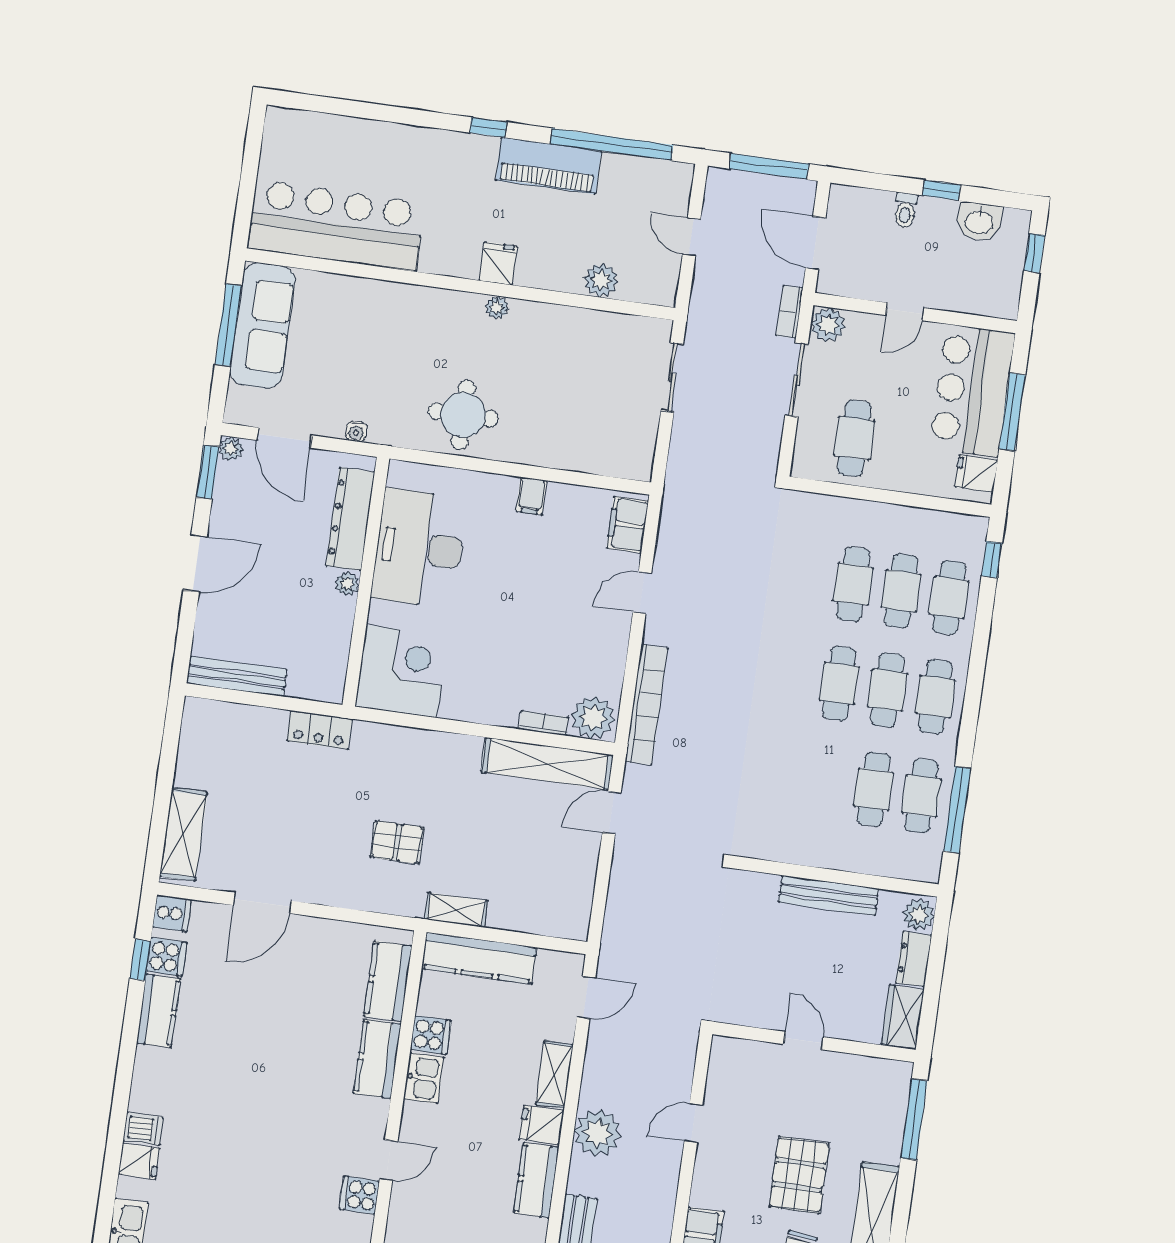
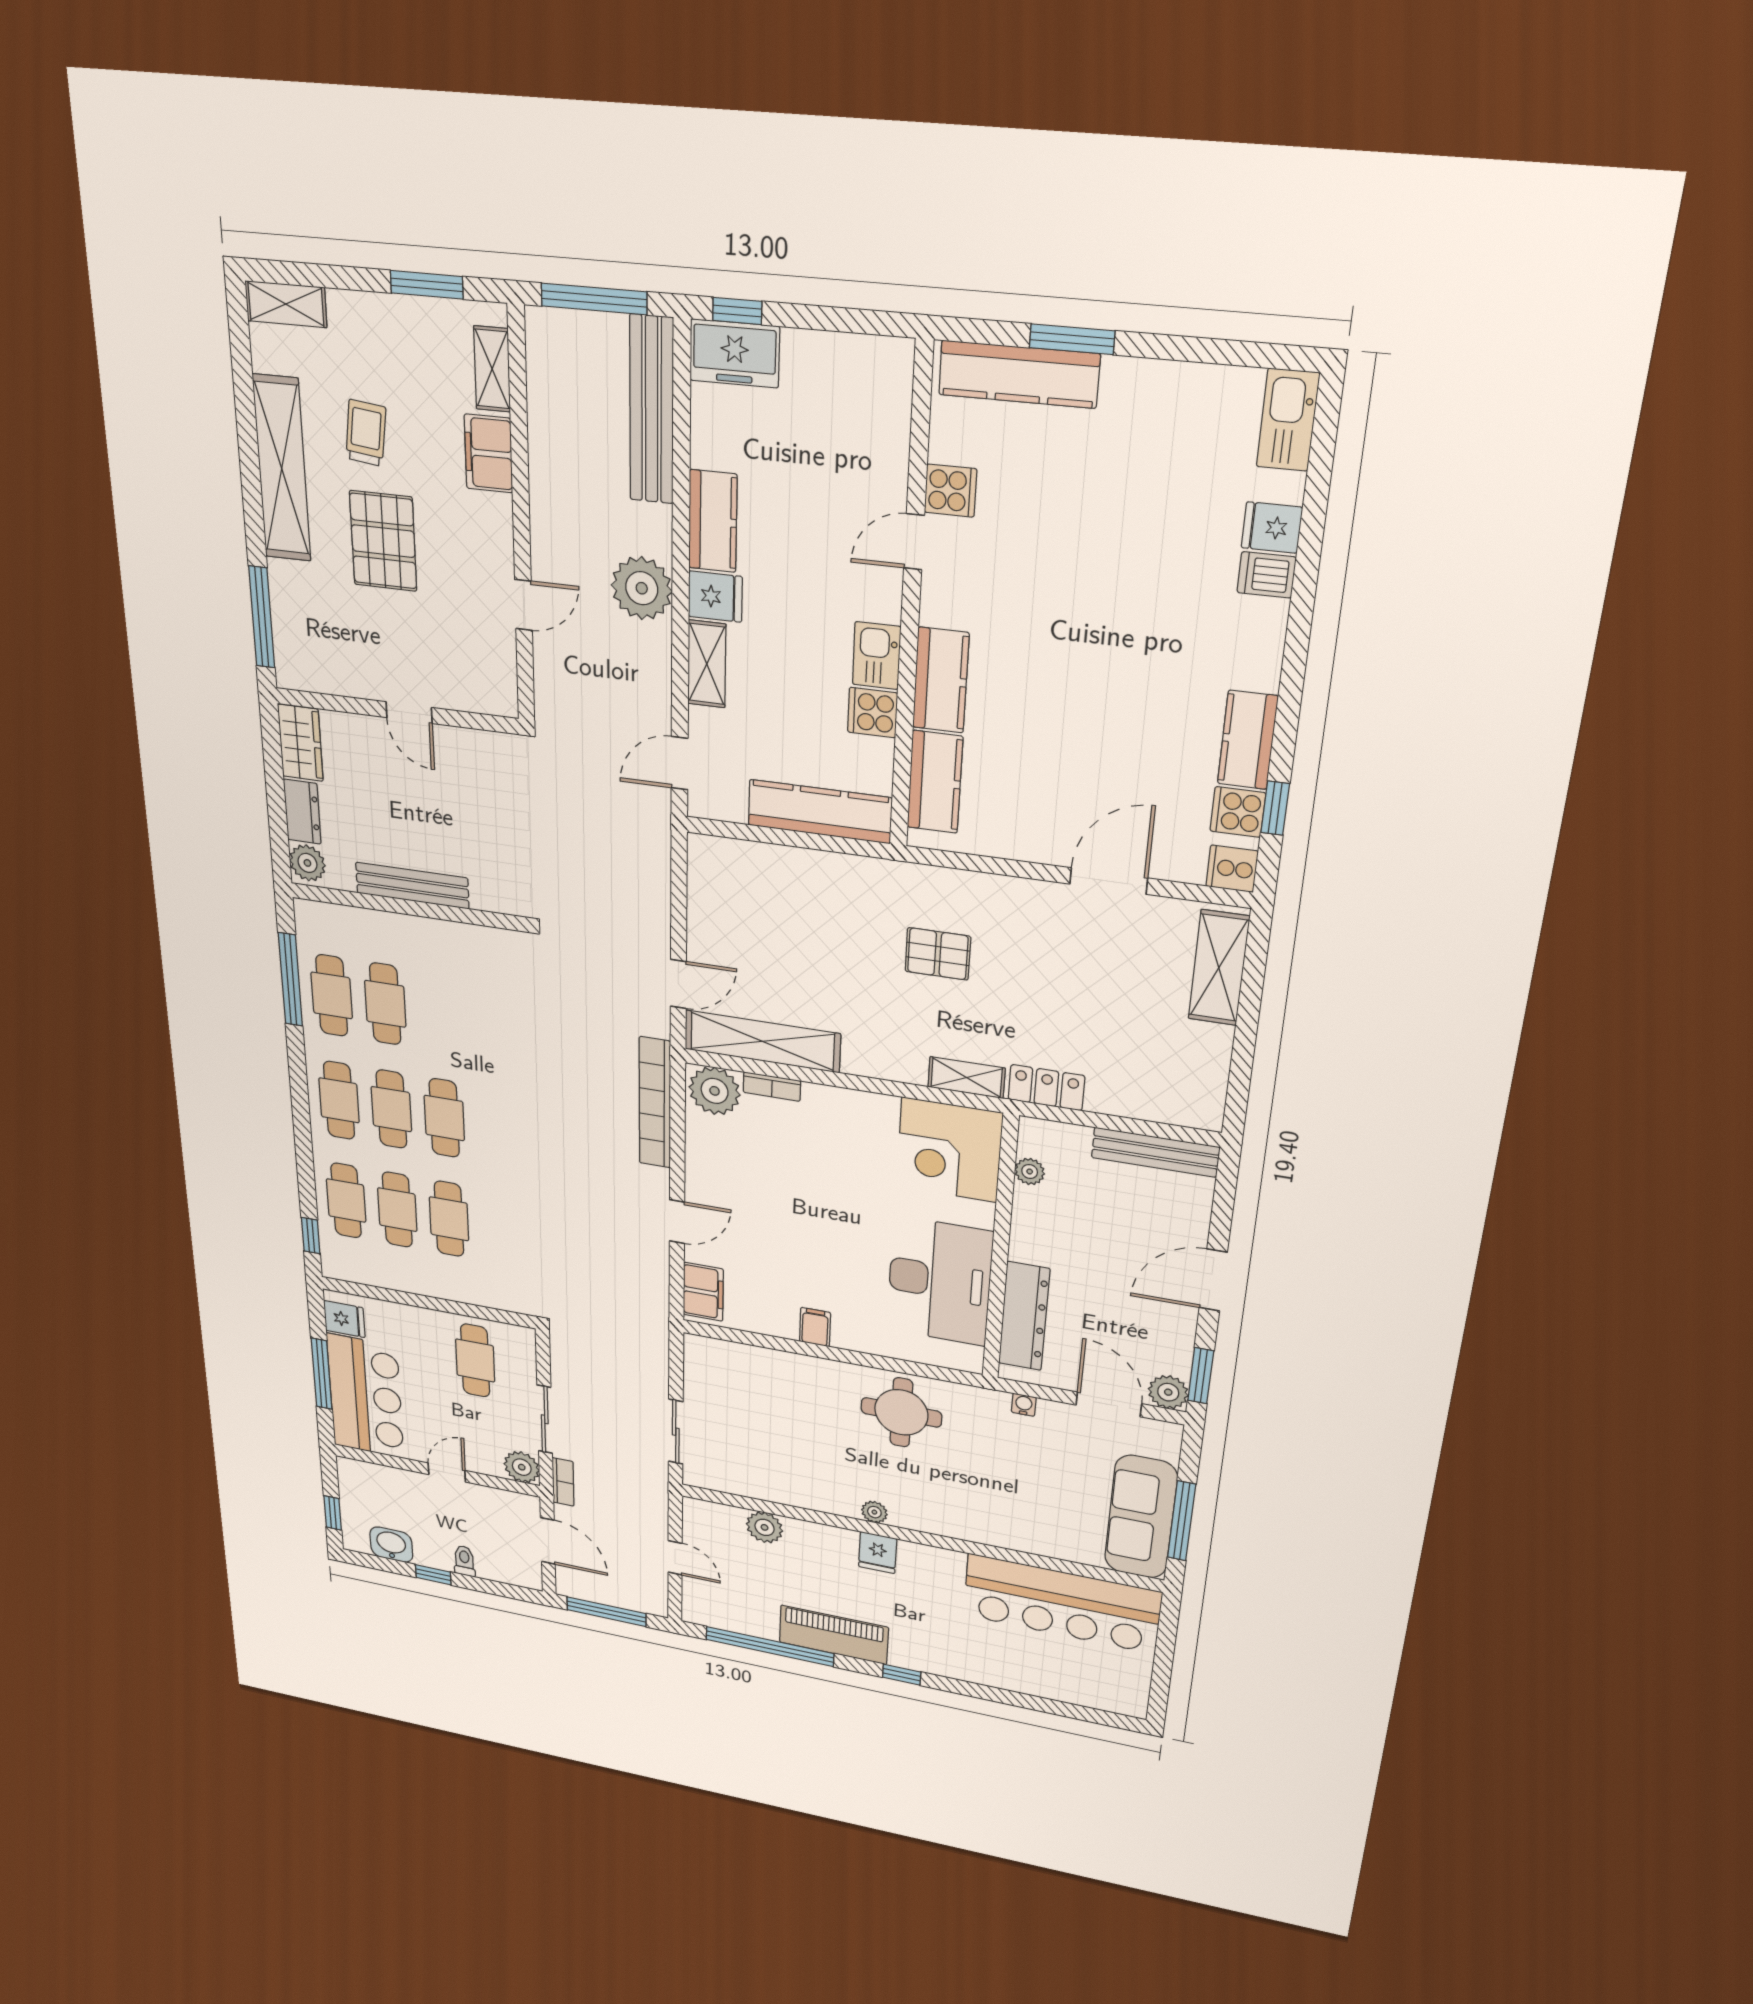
plant: (231, 449) -> (1168, 1392), width x1.38, depth x1.38
plant: (347, 584) -> (1030, 1171), moved
shelving: (456, 910) -> (967, 1078), moved

